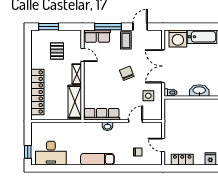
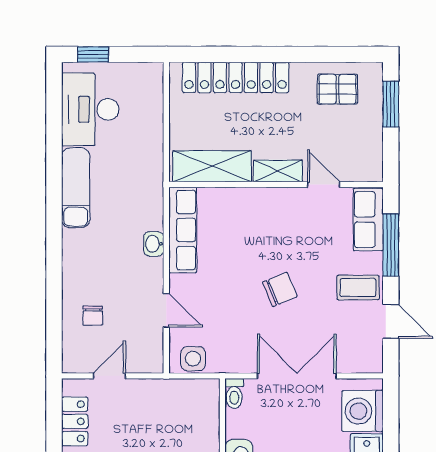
pallet: (57, 51) -> (338, 89), moved
door: (83, 55) -> (324, 185), swing flipped
side table: (148, 96) -> (193, 359), moved
exam couch: (97, 159) -> (76, 188), moved

